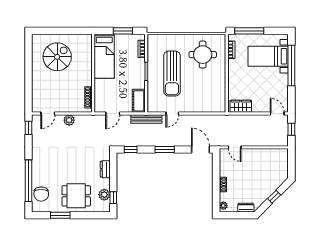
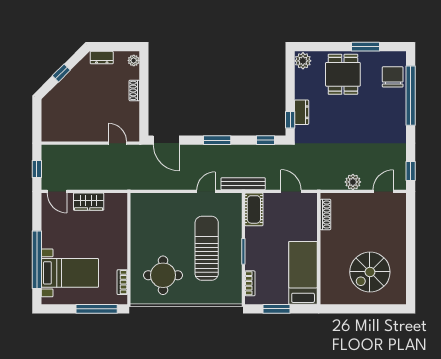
wardrobe: (241, 106) -> (89, 202), moved
door: (113, 114) -> (291, 191), hinge flipped
plant: (104, 195) -> (303, 61), moved
dining table: (76, 196) -> (343, 74), turned 90
window: (113, 198) -> (290, 120), moved

